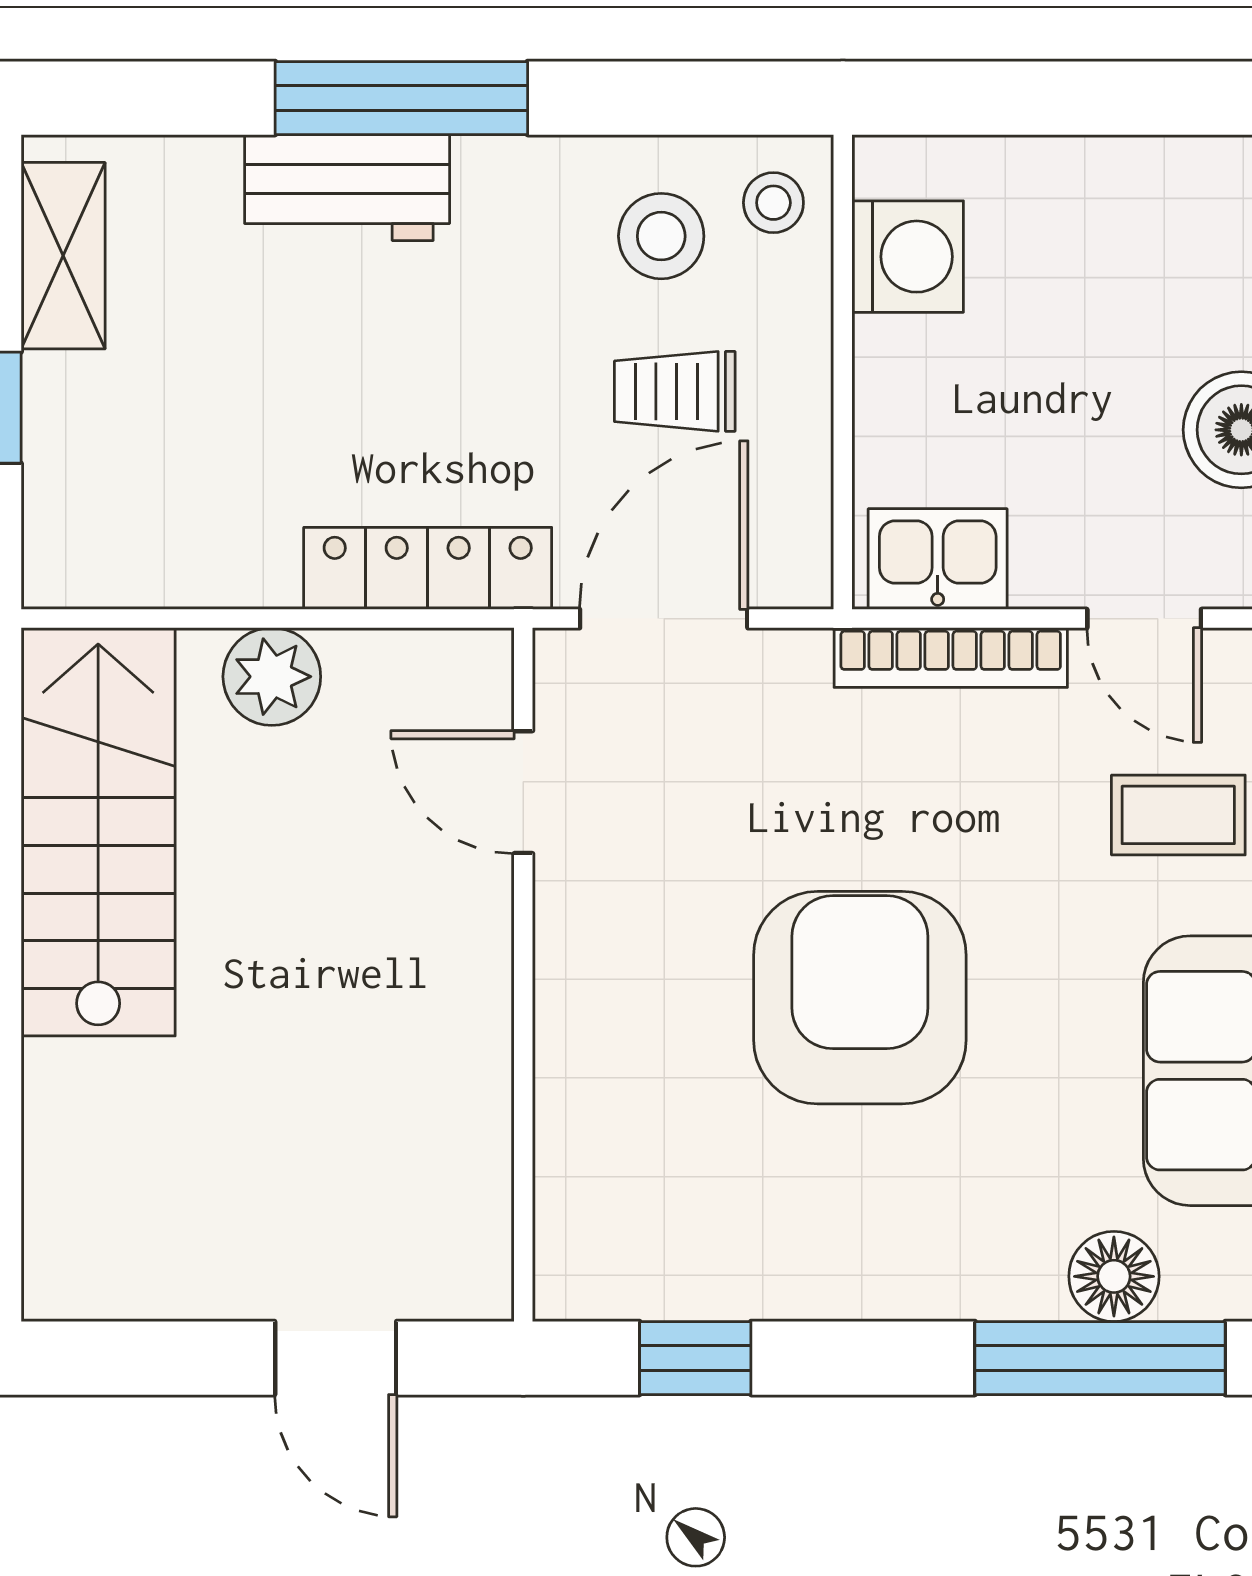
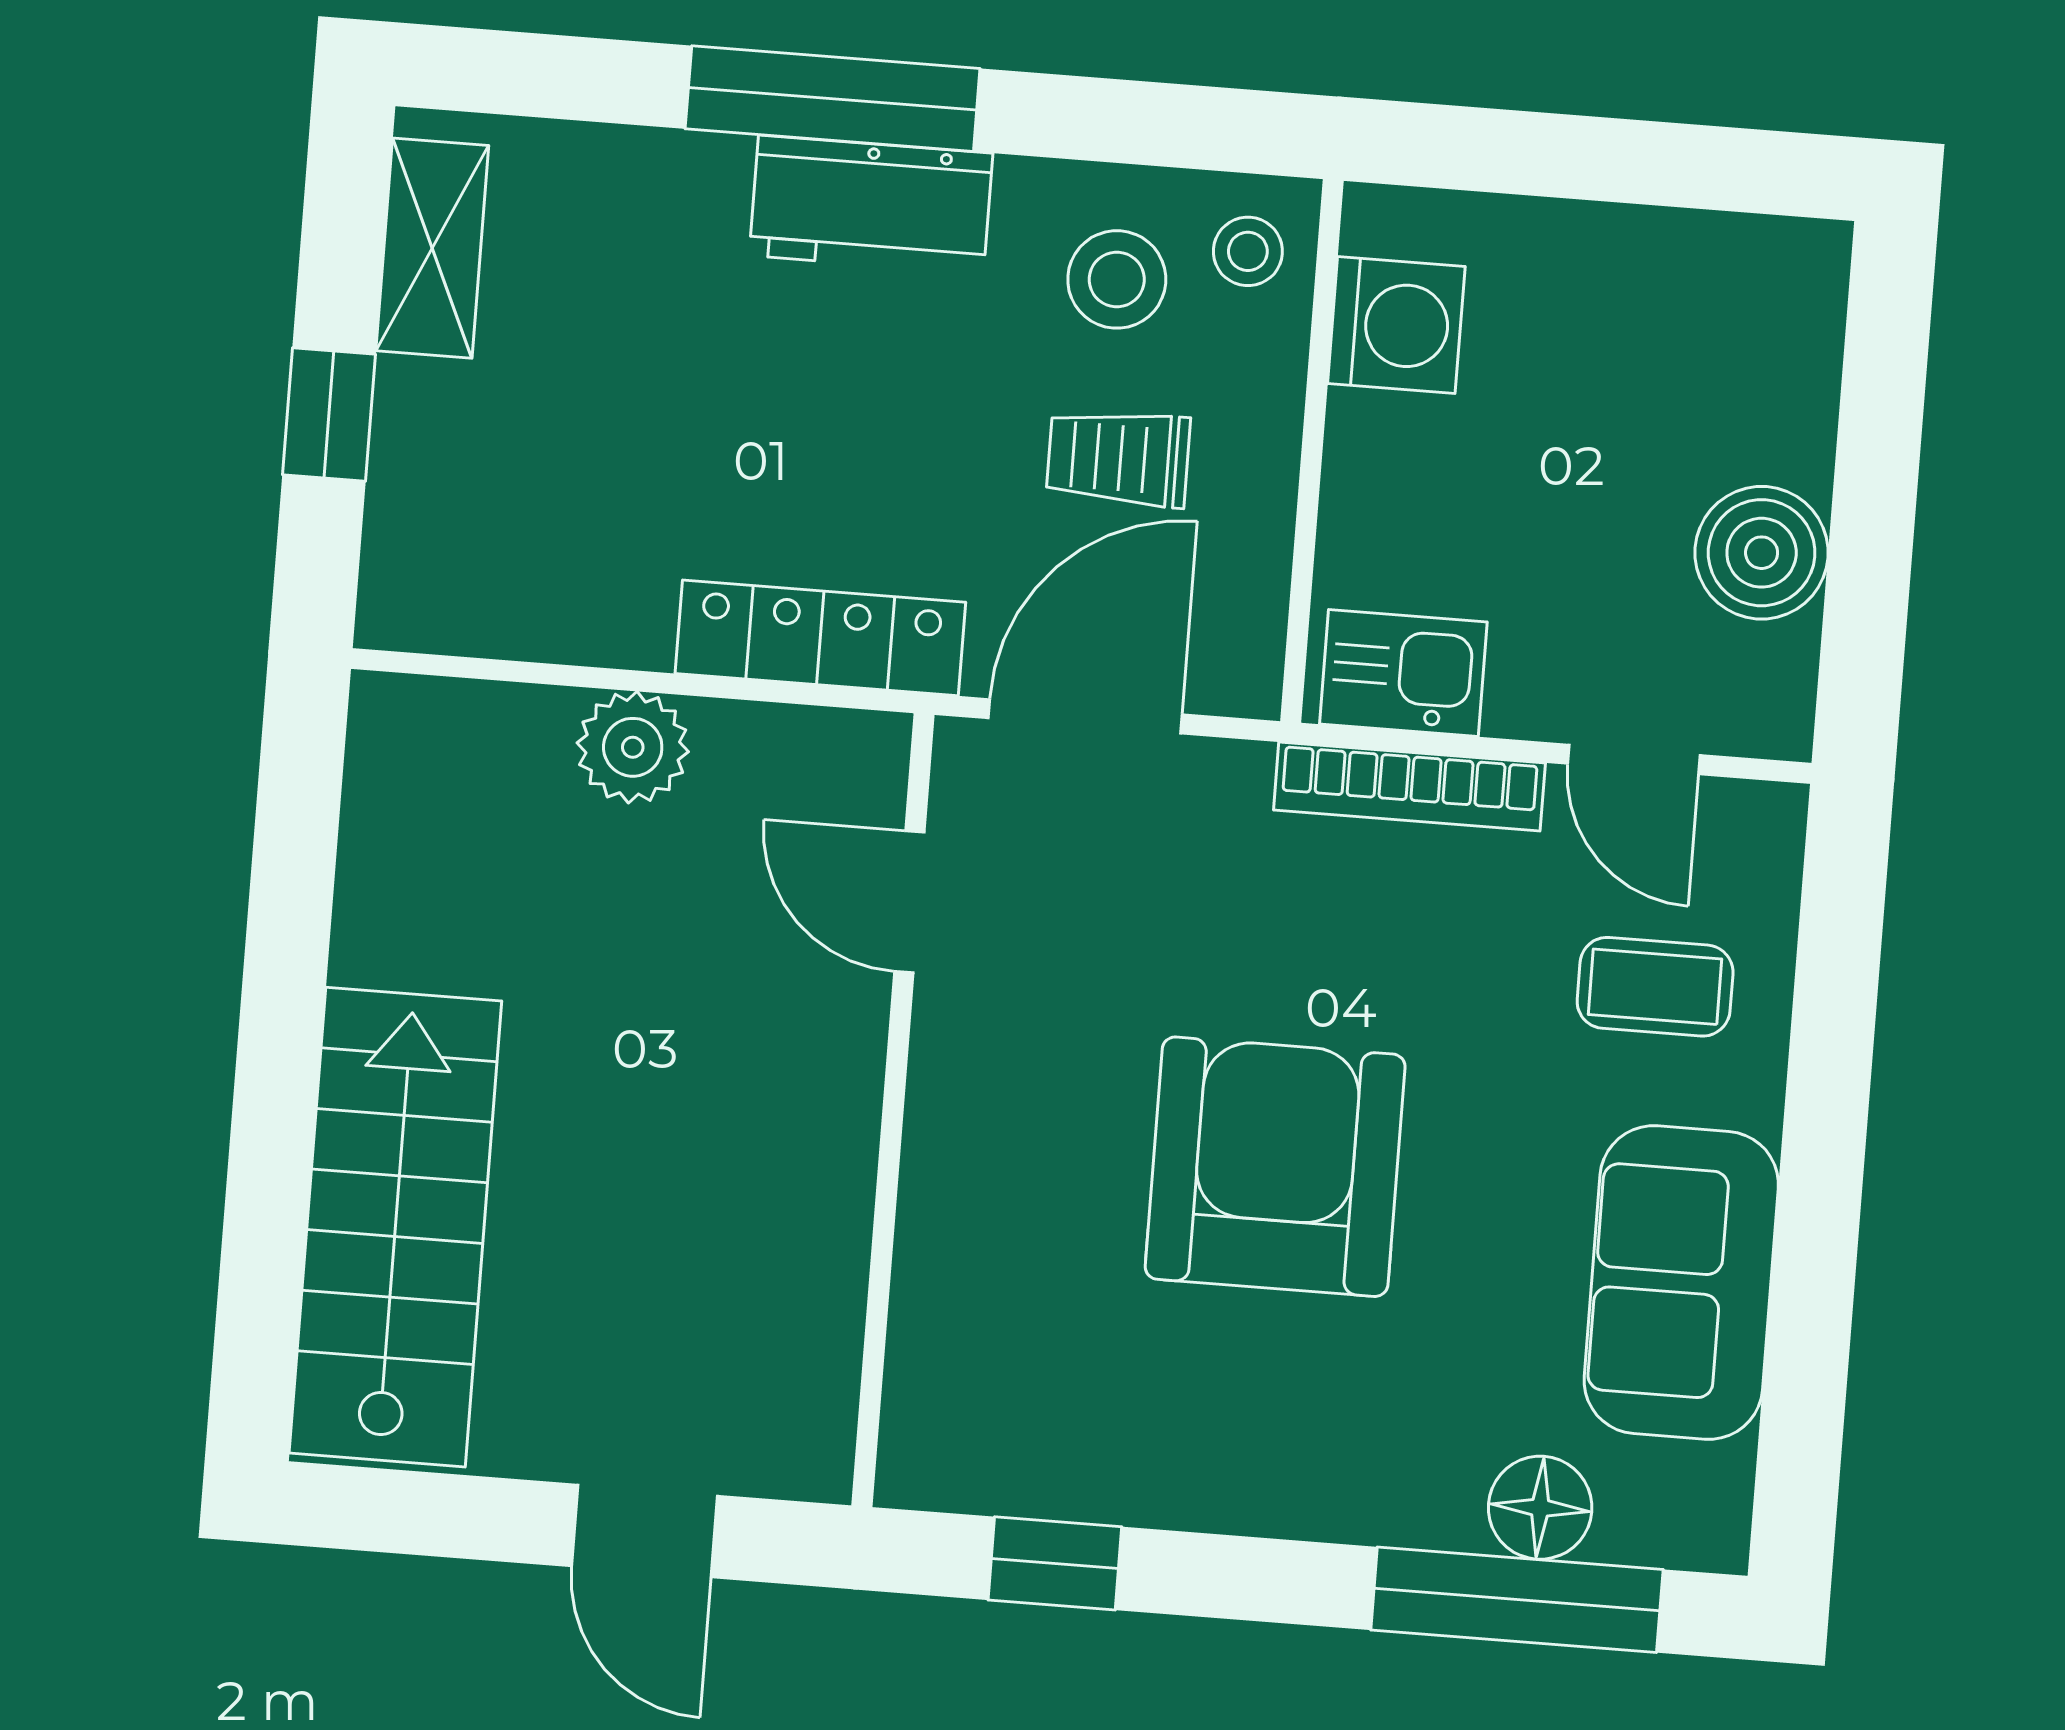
workbench: (347, 188) -> (871, 204), moved
stairs: (98, 832) -> (395, 1227), moved

